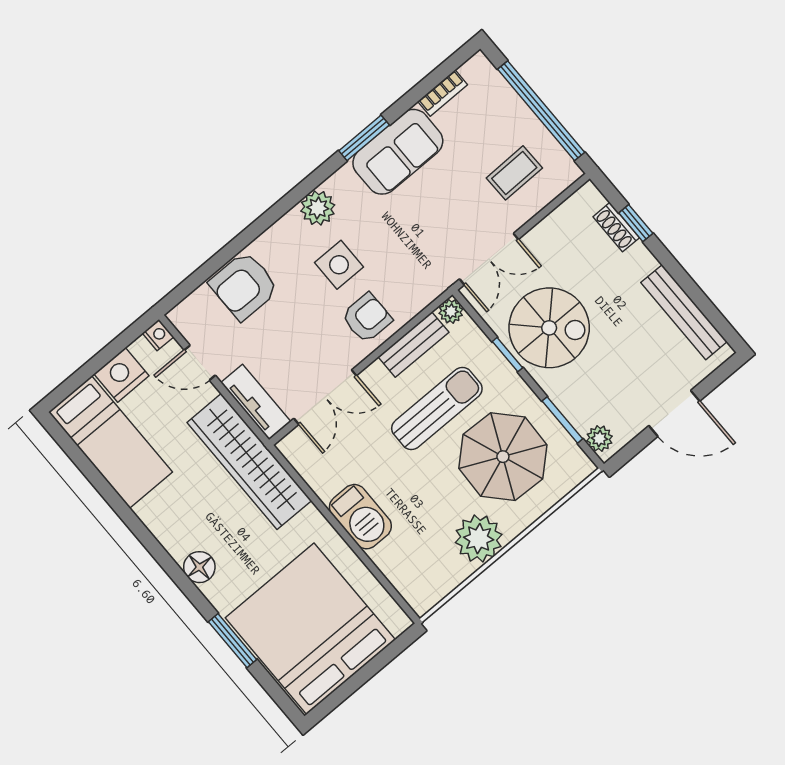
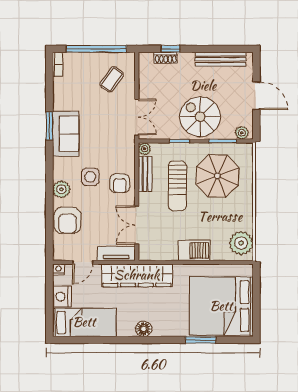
bookcase: (443, 93) -> (58, 64), moved
sofa: (398, 152) -> (66, 134), moved
coffee table: (514, 173) -> (112, 79), turned 37
plant: (318, 208) -> (61, 189), moved
armchair: (367, 318) -> (120, 183), turned 180
spiral stairs: (549, 328) -> (200, 117), moved, turned -90
double door: (325, 397) -> (137, 225), swing flipped
sun lounger: (437, 409) -> (177, 186), turned 180
door: (674, 413) -> (256, 96), hinge flipped
plant: (479, 539) -> (241, 243), moved
floor lamp: (199, 567) -> (144, 329), moved

